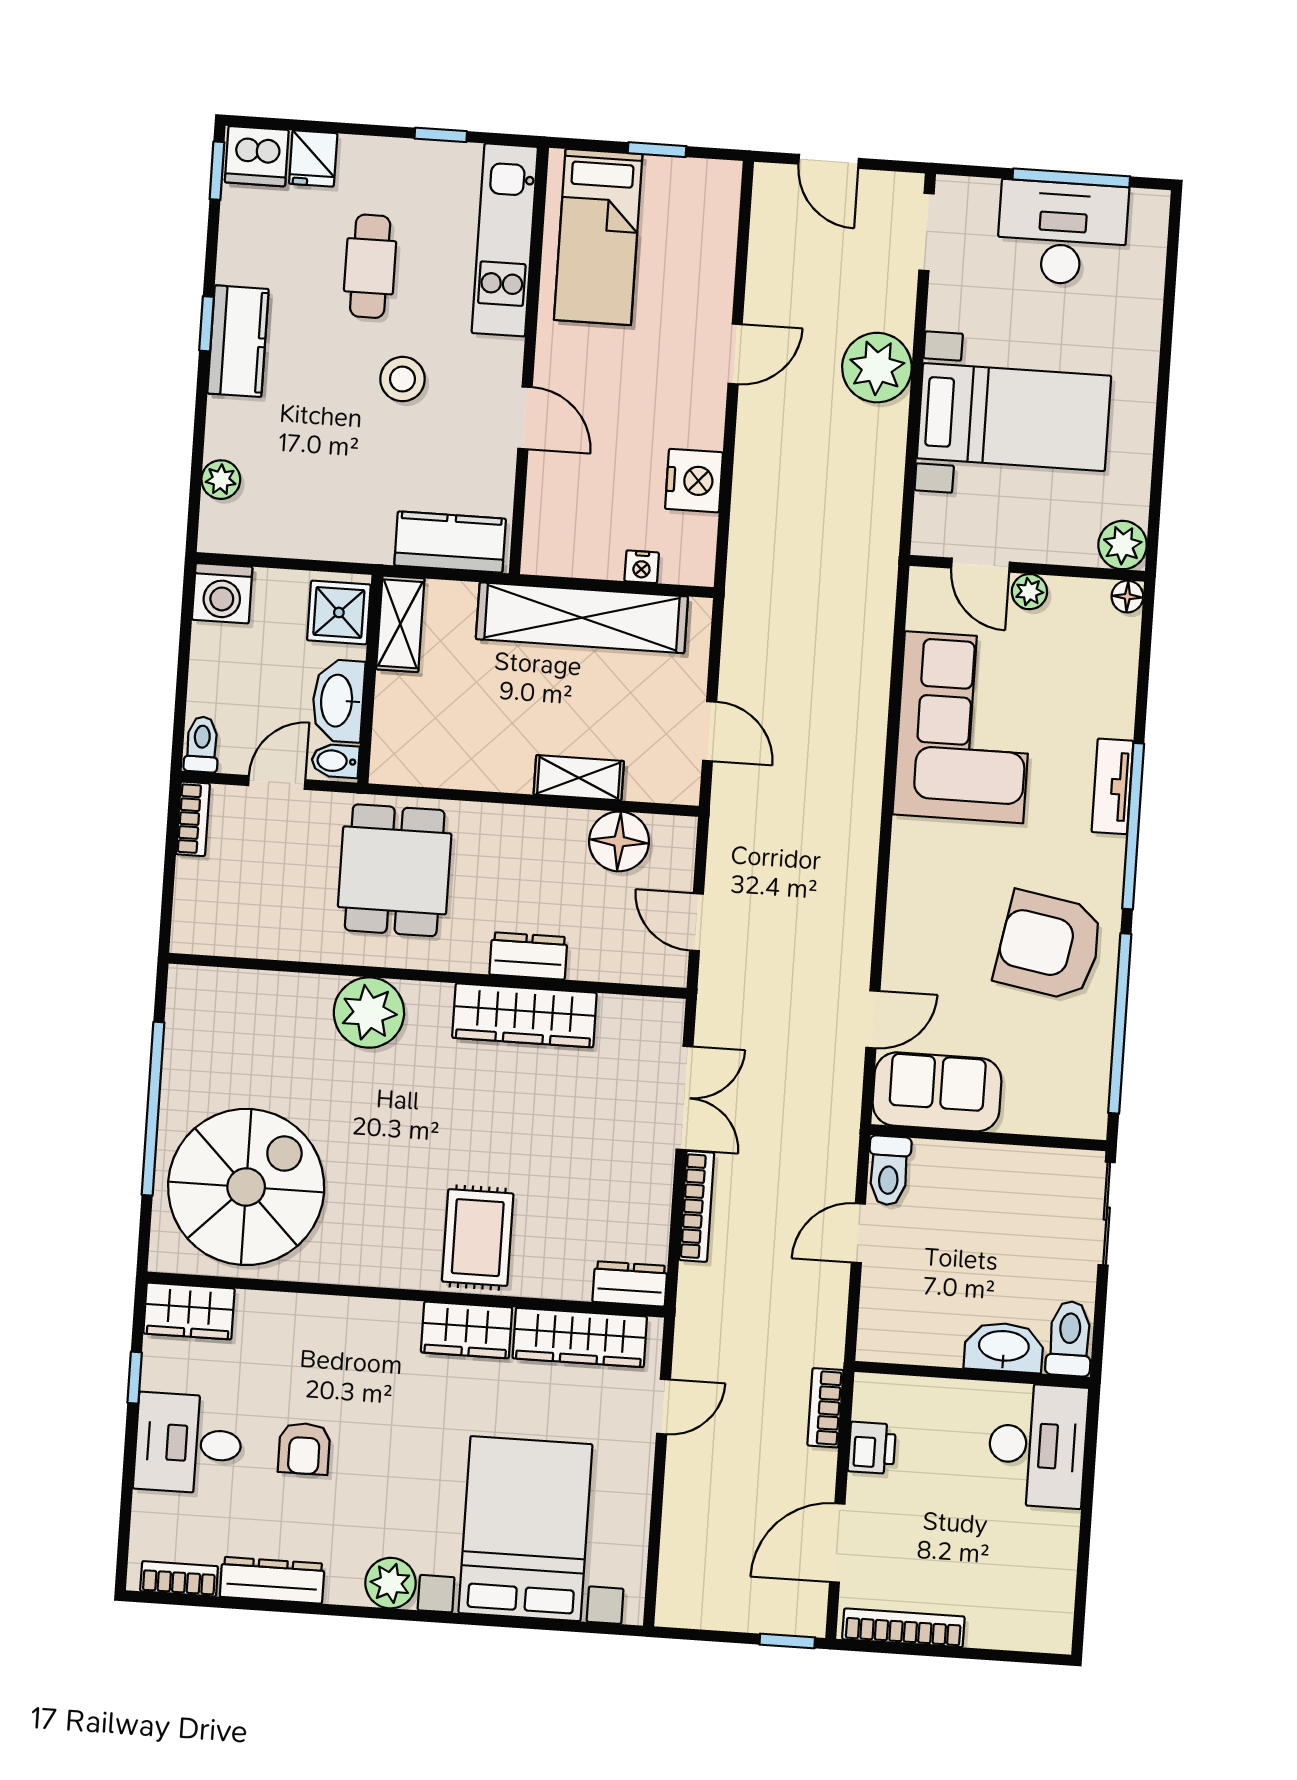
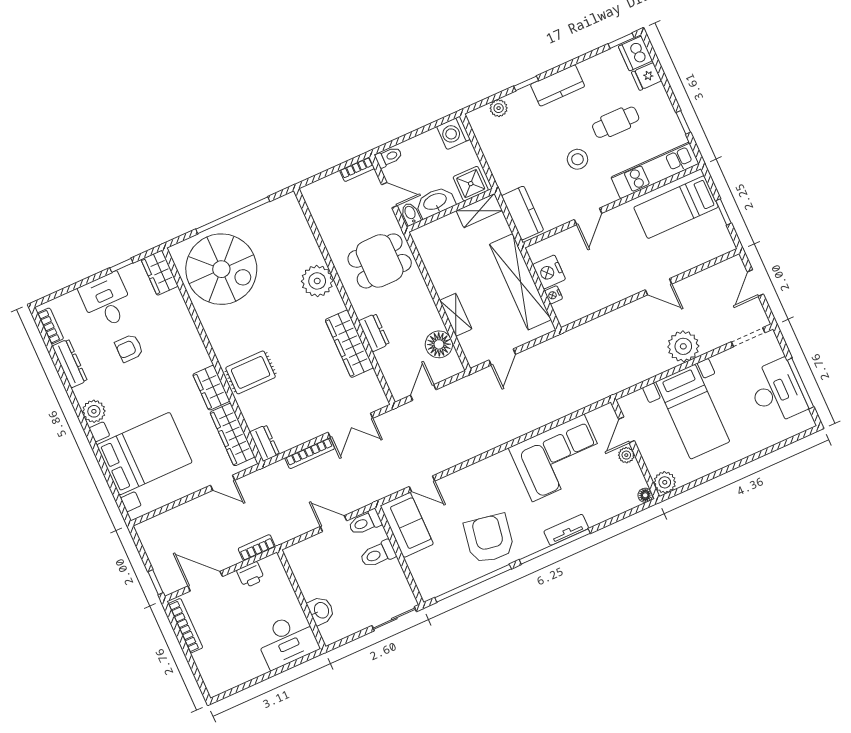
window: (207, 324) -> (526, 83), moved
nightstand: (694, 481) -> (549, 272), moved, turned 90
toilet: (1070, 1339) -> (378, 554), moved, turned 180
washbasin: (1004, 1347) -> (321, 610), width x0.72

